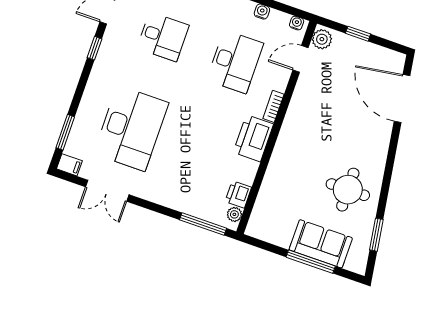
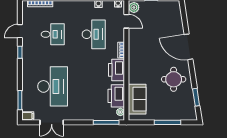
door: (300, 59) -> (126, 21), swing flipped
door: (402, 98) -> (189, 47), moved
printer: (238, 194) -> (116, 96), width x1.87, depth x1.48
sofa: (321, 244) -> (137, 99), moved, turned 90

